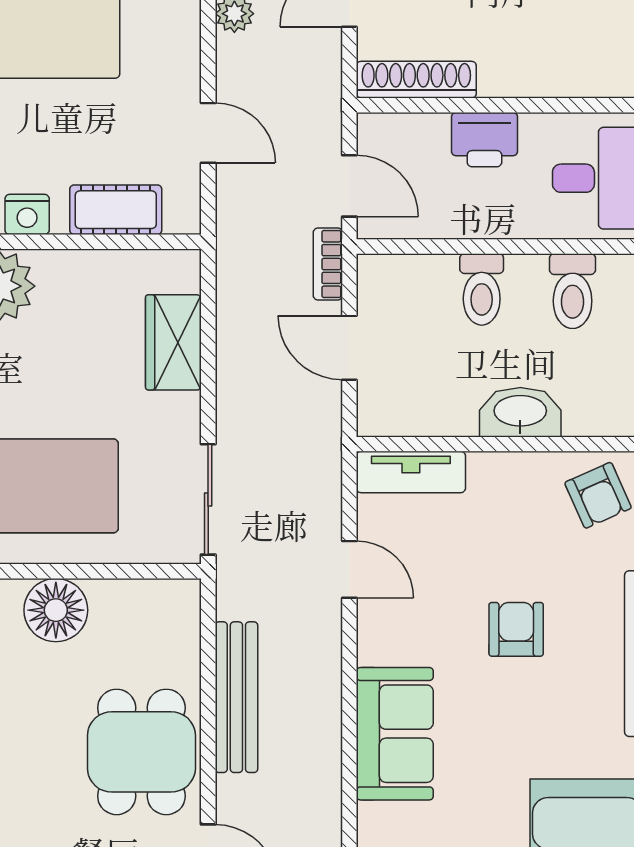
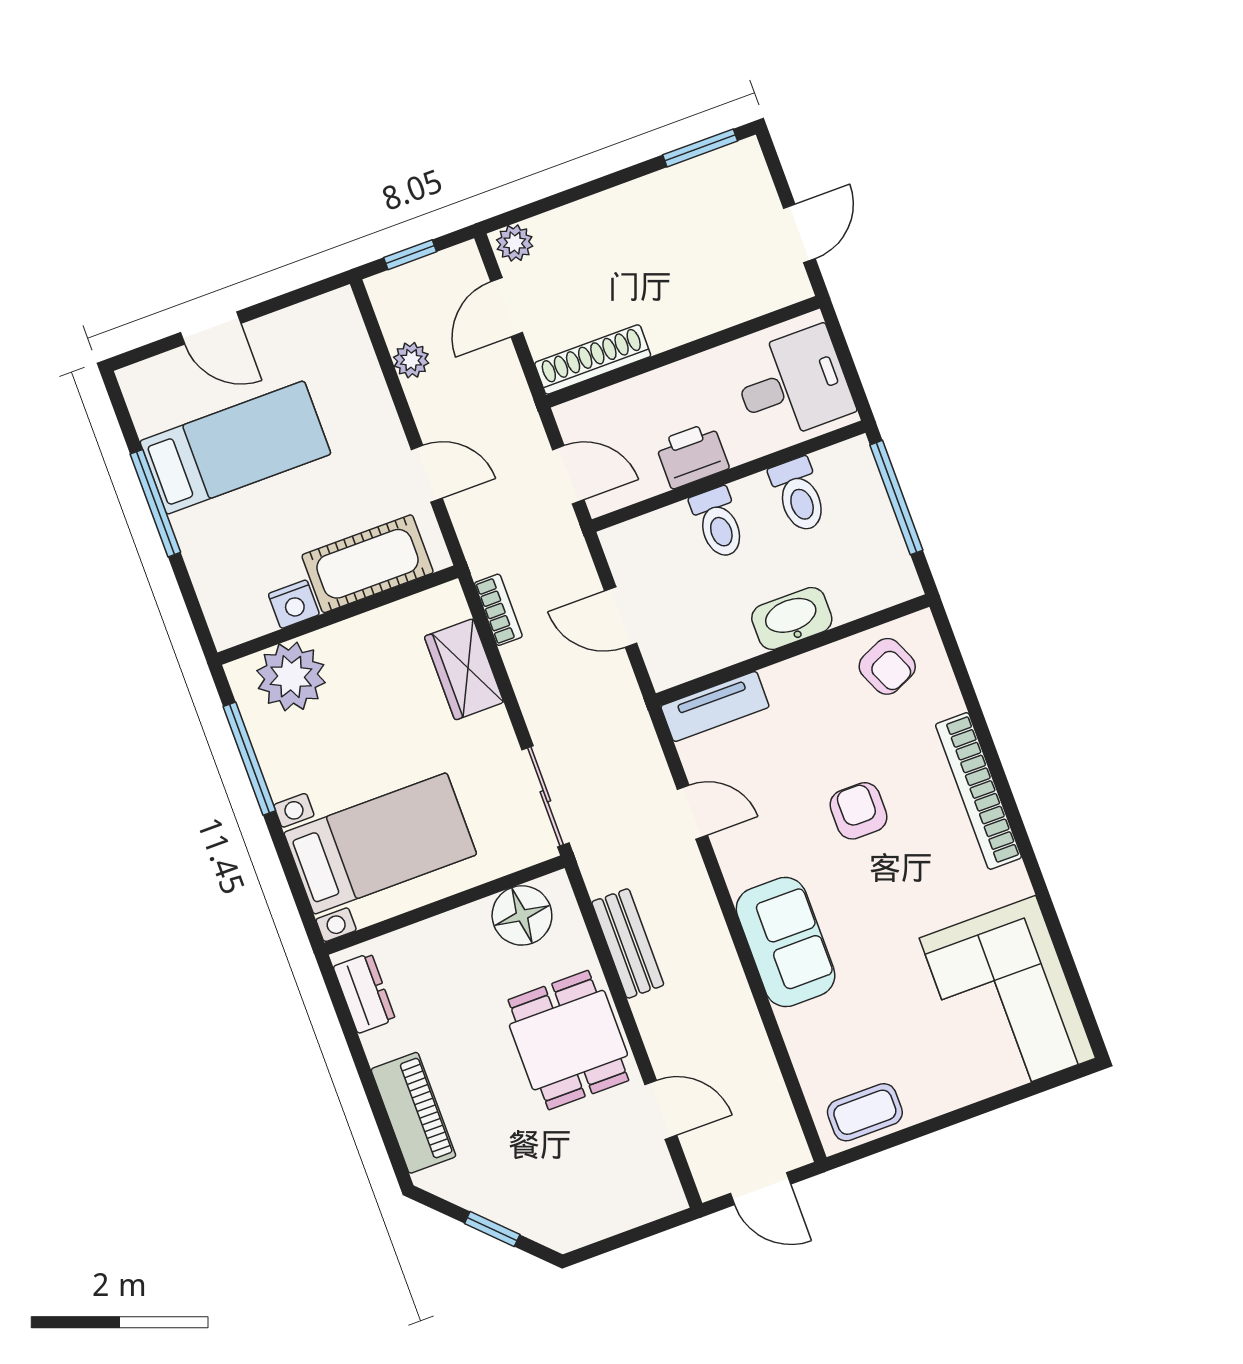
printer: (484, 140) -> (692, 455), moved, turned 180
cot: (116, 210) -> (368, 564), width x1.37, depth x1.34
bookcase: (328, 264) -> (498, 610), moved, turned 180
floor lamp: (56, 610) -> (522, 915), moved
bench: (236, 697) -> (628, 943), width x0.73

